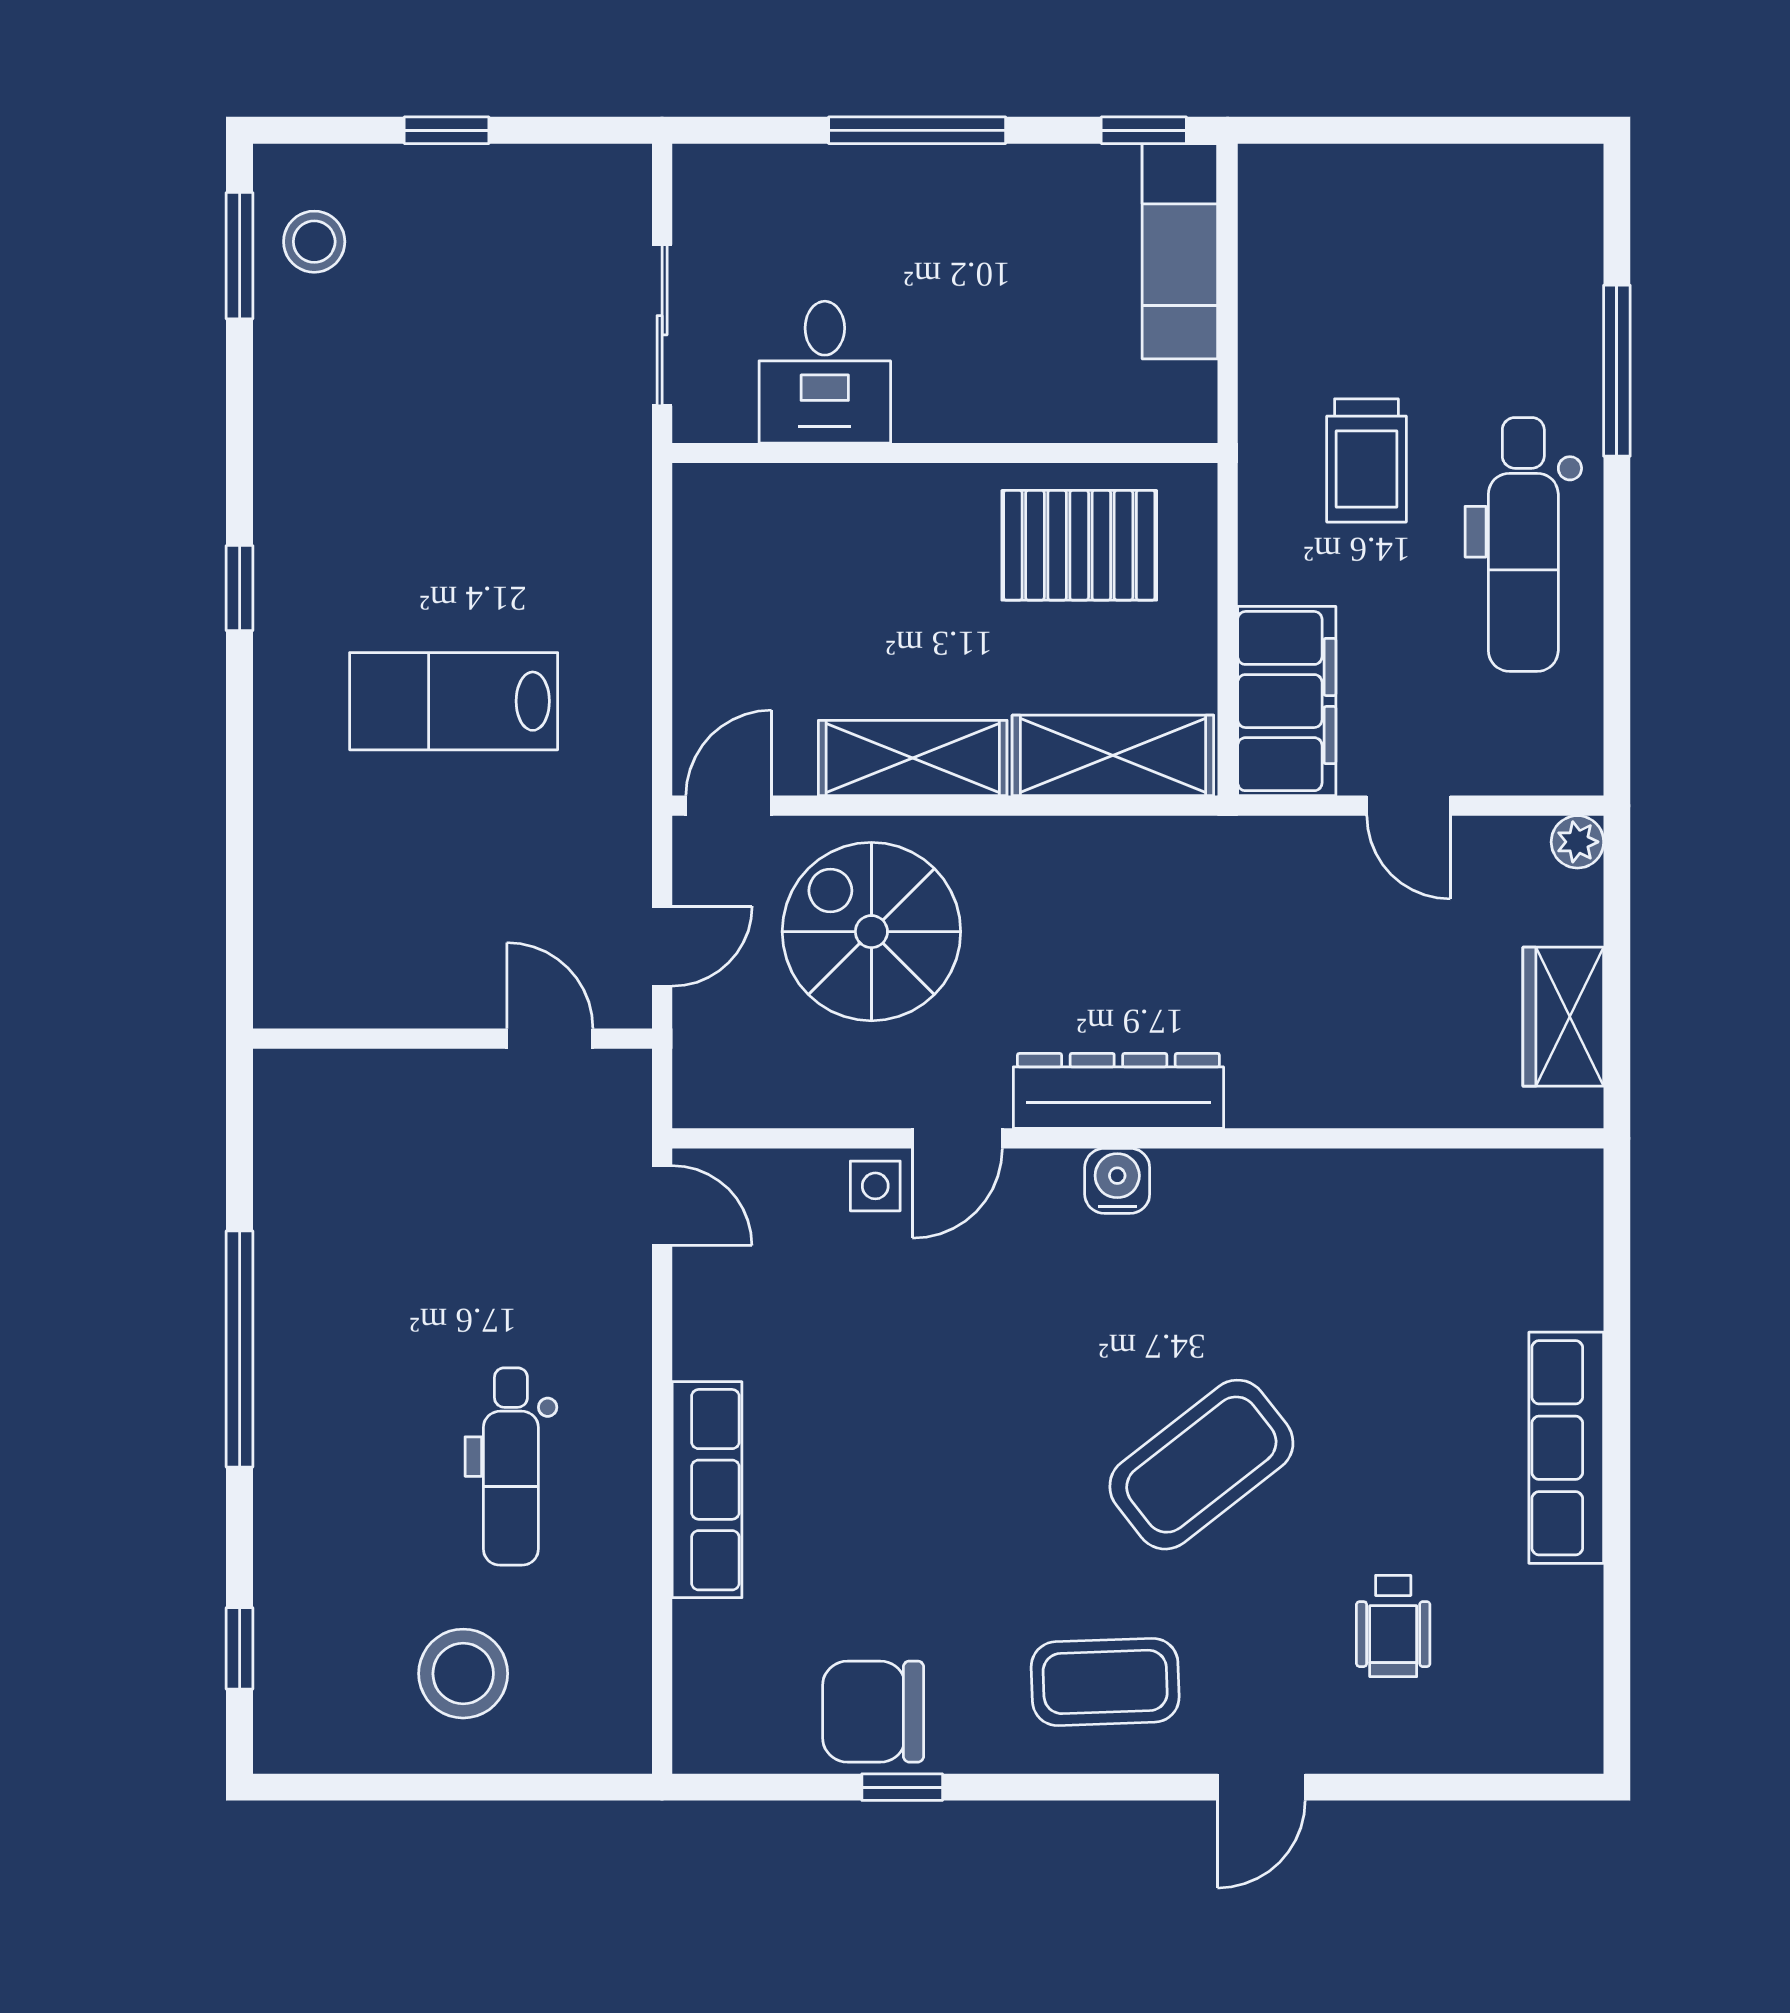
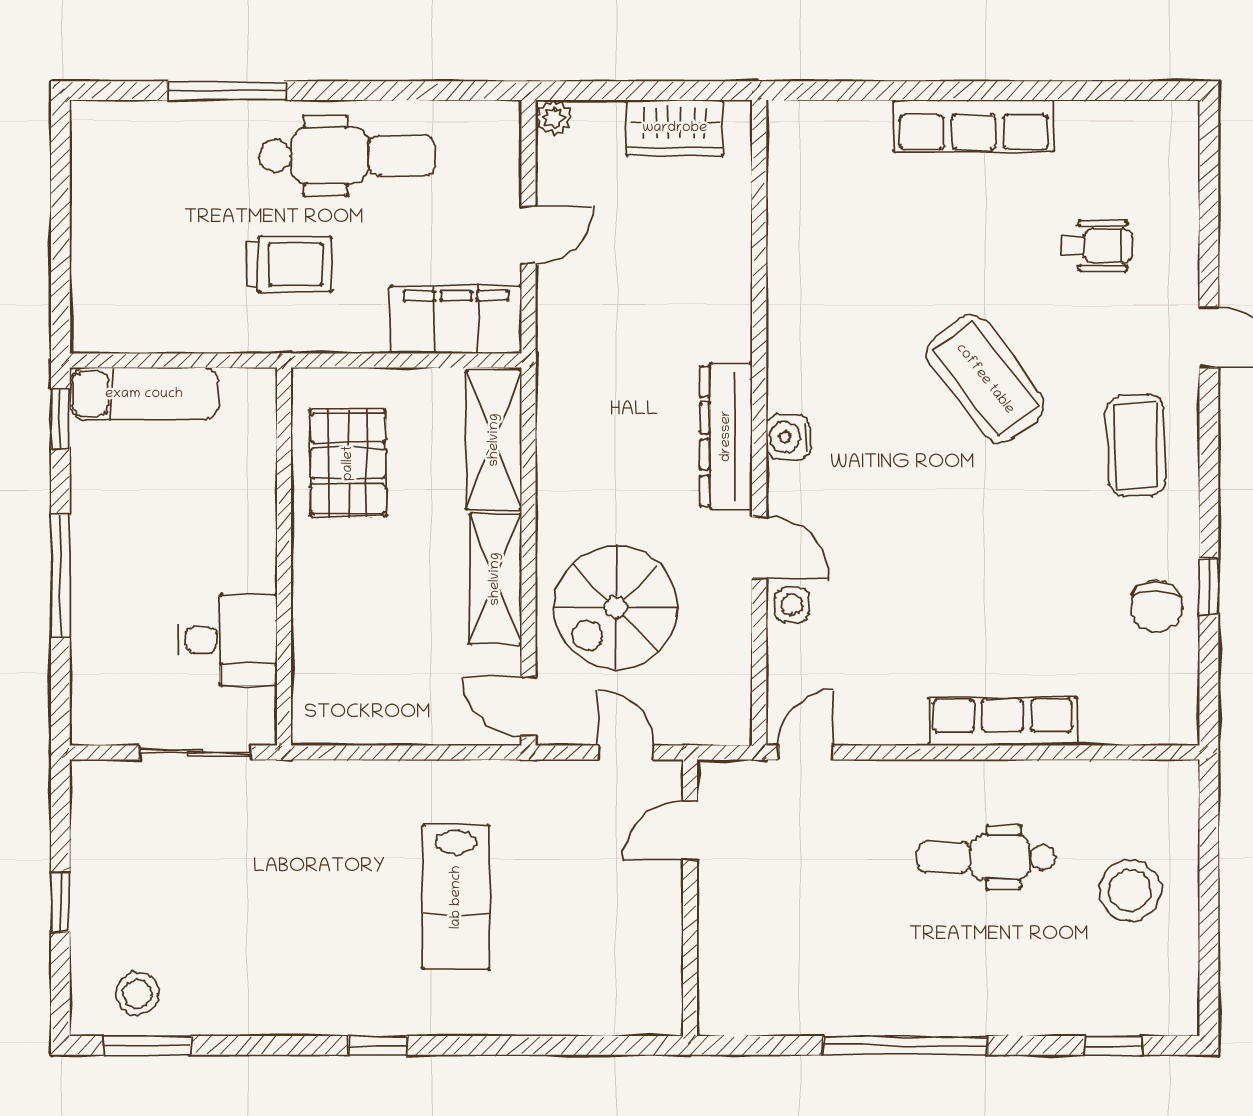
dental chair: (511, 1466) -> (987, 857), turned 180
chair: (873, 1712) -> (1156, 606), width x0.73, depth x0.73

